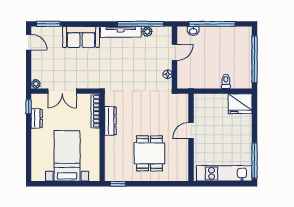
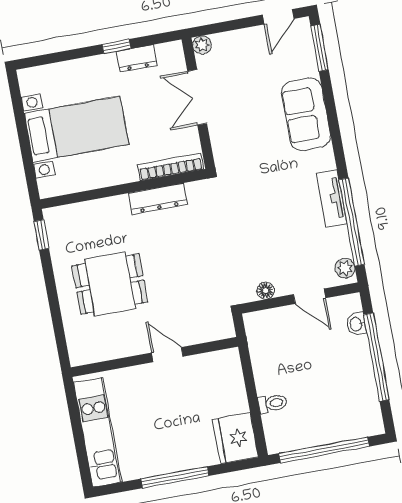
tv unit: (121, 32) -> (332, 199), width x0.71
plant: (147, 32) -> (345, 268), moved
window: (29, 107) -> (116, 46), moved
window: (254, 161) -> (175, 477), moved

